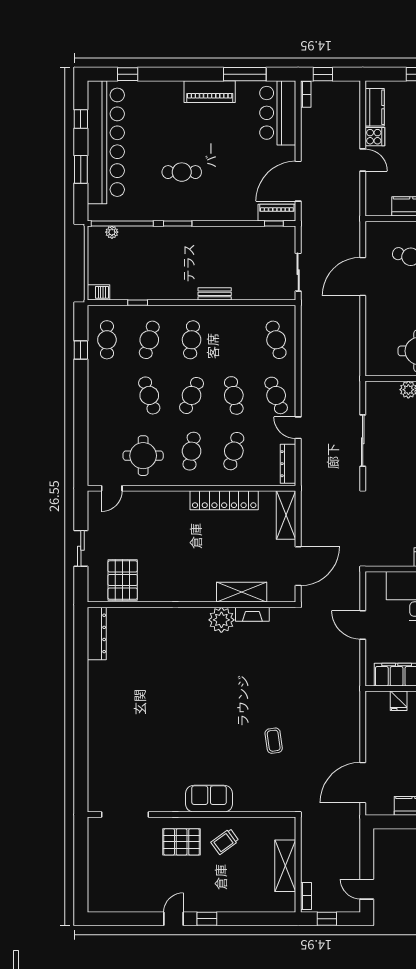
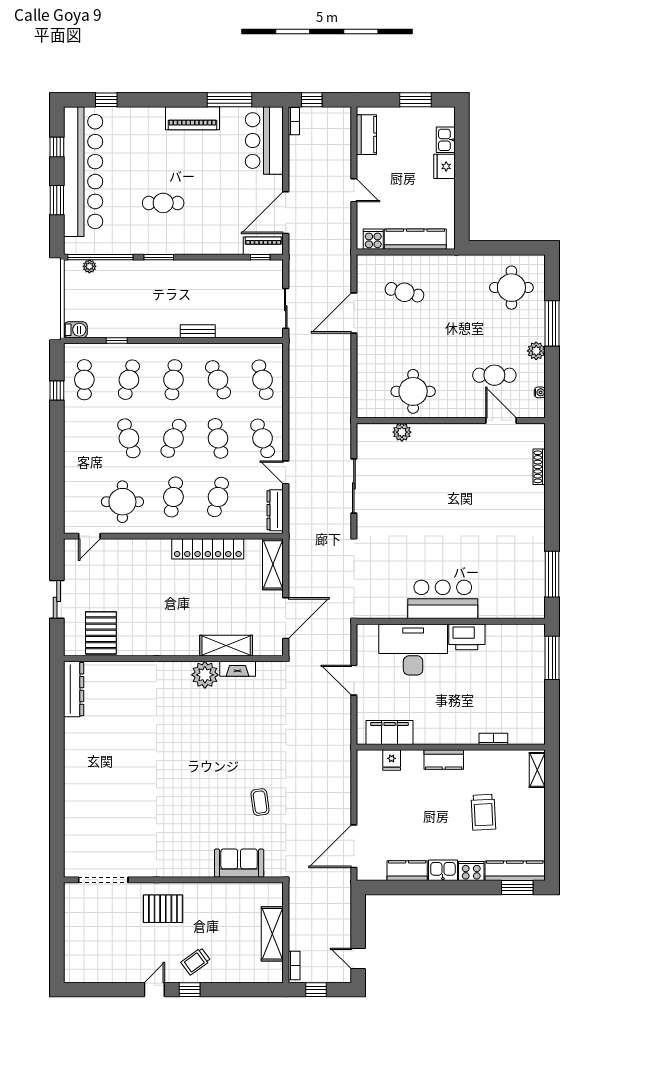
cooker: (375, 137) -> (373, 239), moved, turned -90
cafe table: (234, 340) -> (218, 380), added
sofa: (209, 799) -> (239, 863), moved
trolley: (225, 842) -> (196, 961), moved

